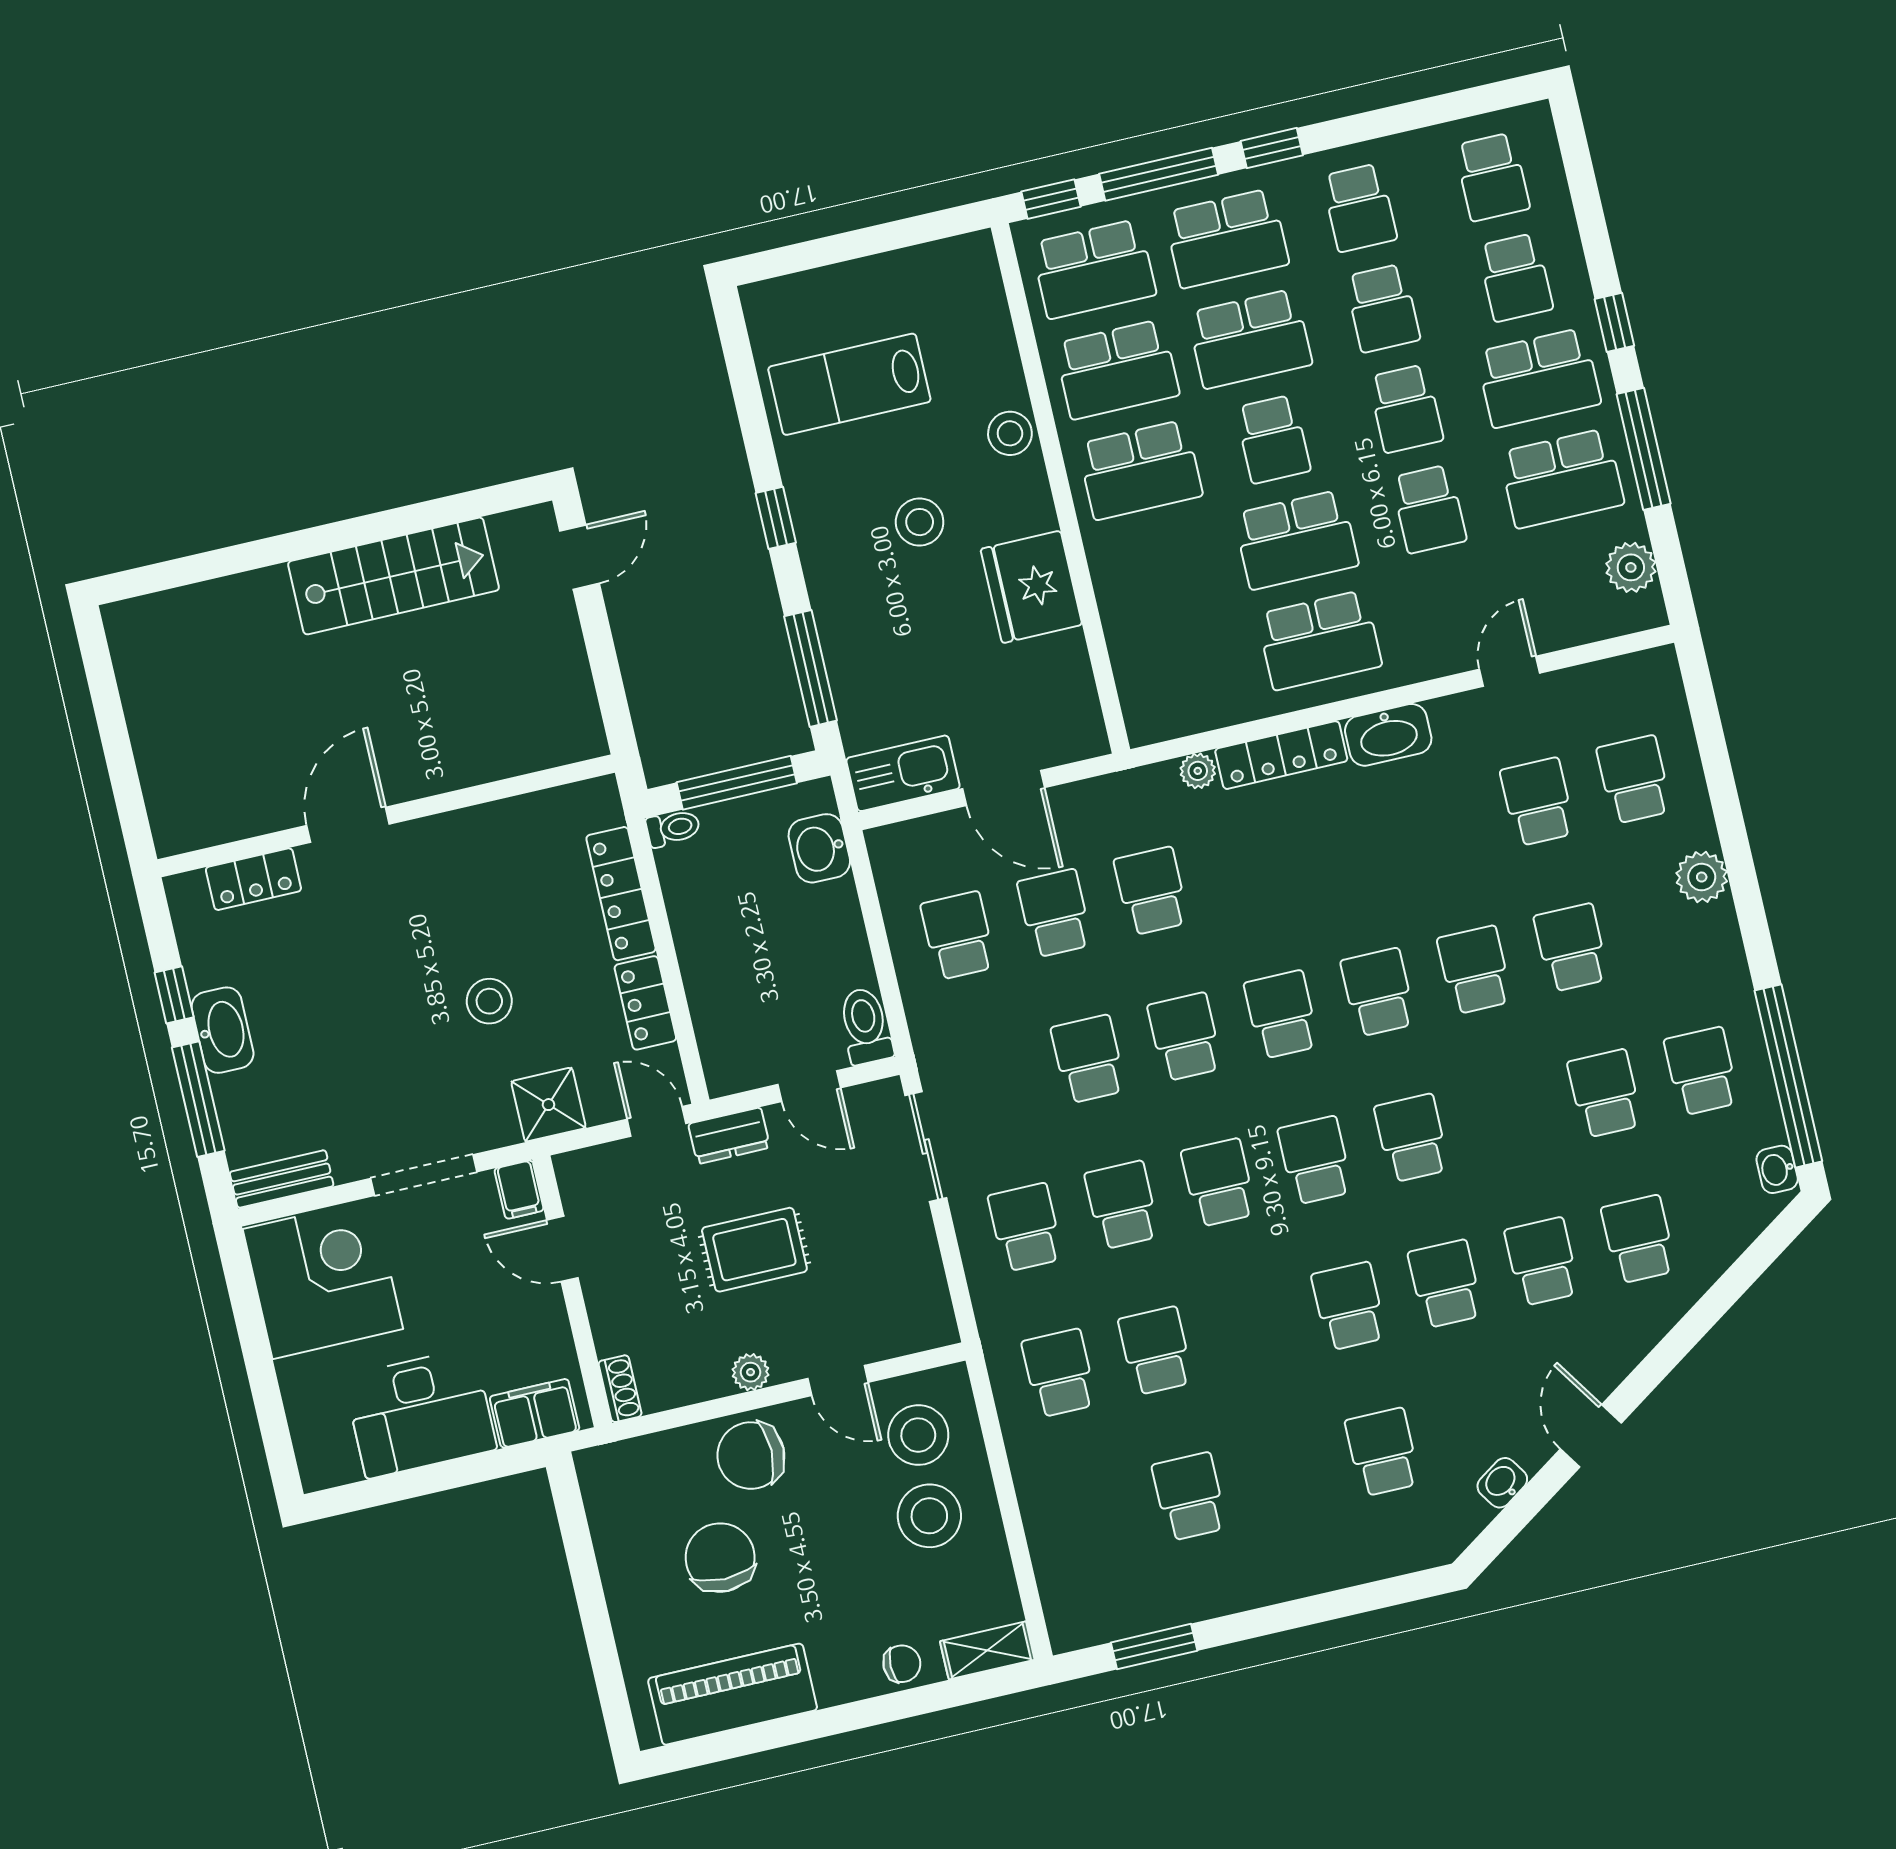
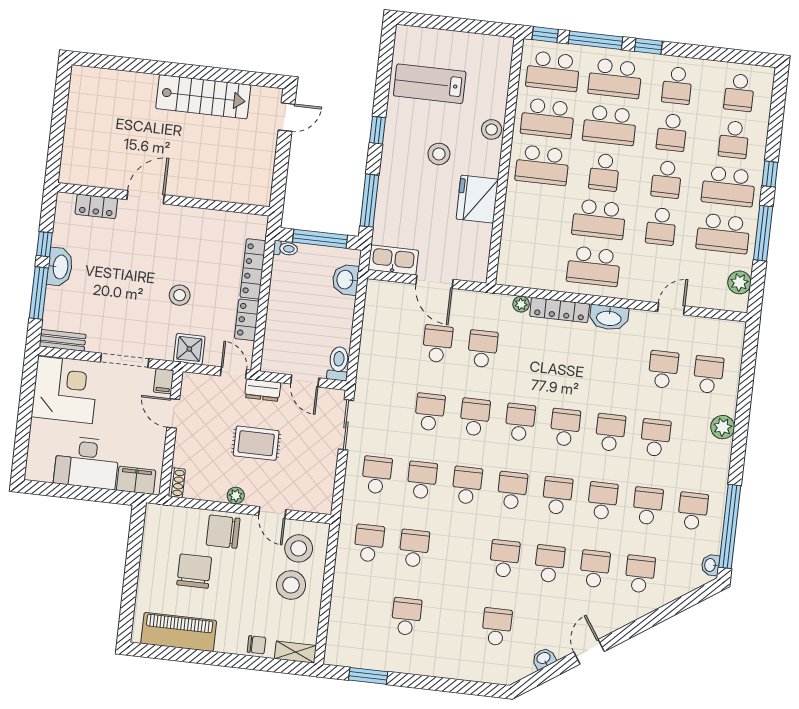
school desk: (958, 936) -> (603, 501), moved

